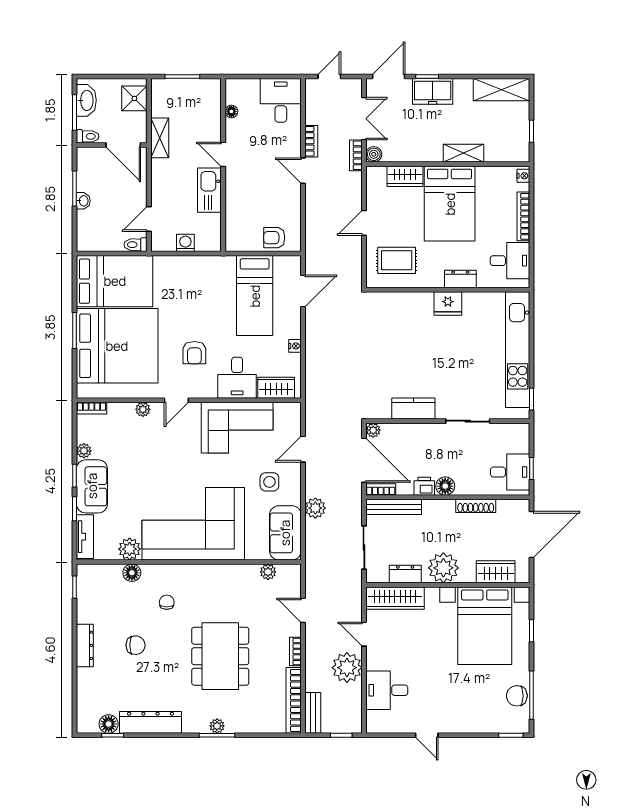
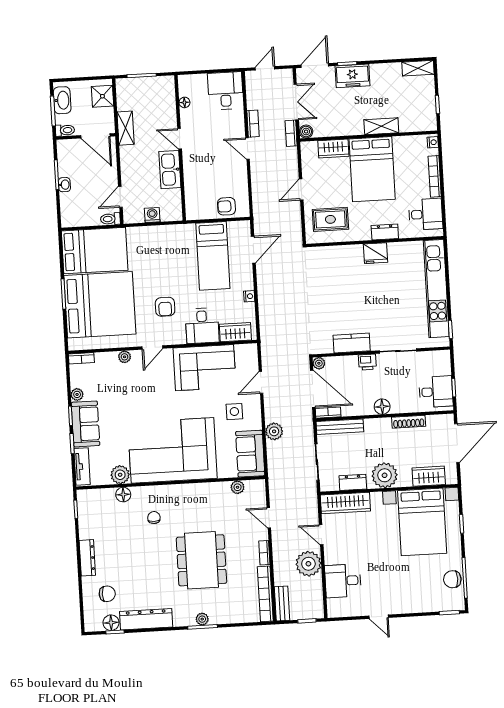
shelving: (502, 90) -> (418, 68), width x0.67, depth x0.75
printer: (424, 486) -> (367, 362), moved, turned 180
chair: (136, 645) -> (107, 594), moved

